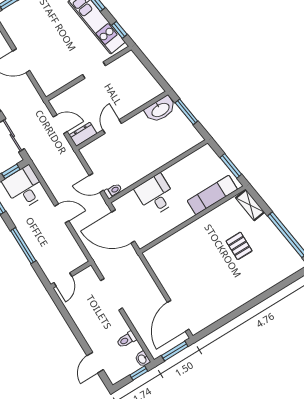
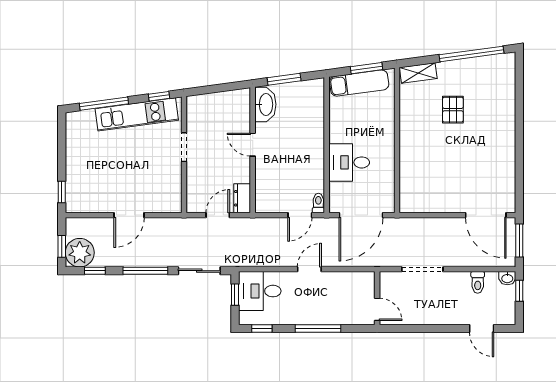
door: (112, 127) -> (253, 145), moved
exam couch: (212, 195) -> (359, 83), moved, turned -98
pallet: (239, 246) -> (453, 110), turned 90

